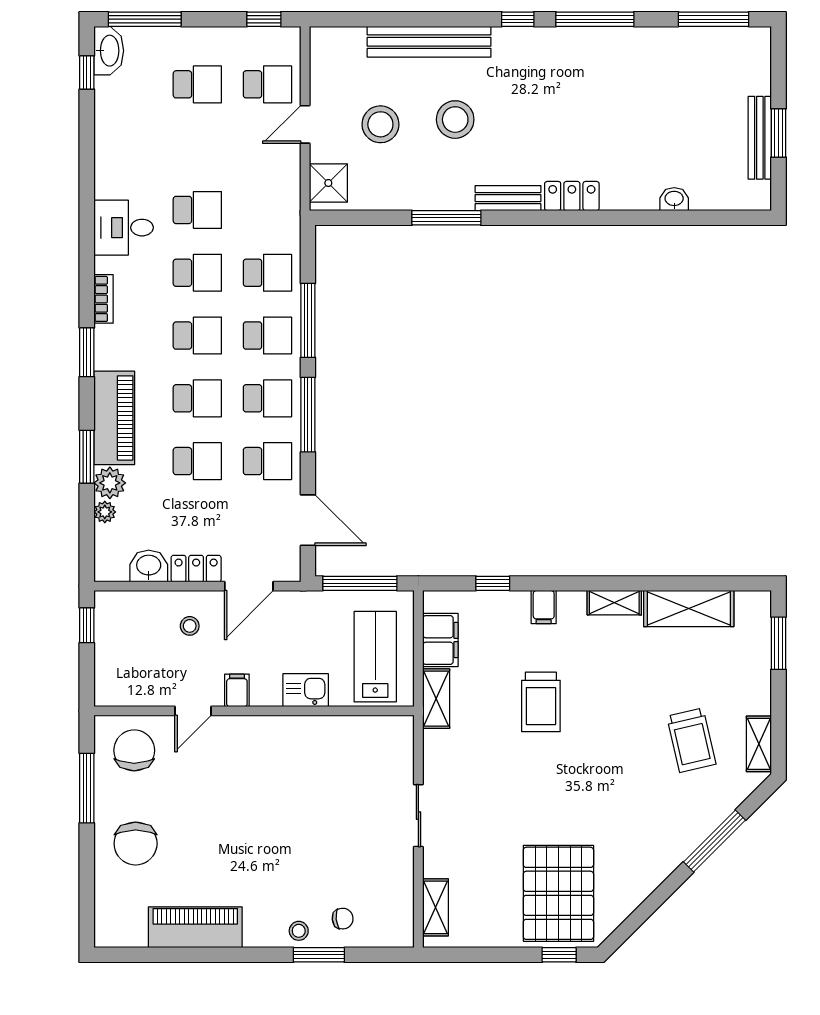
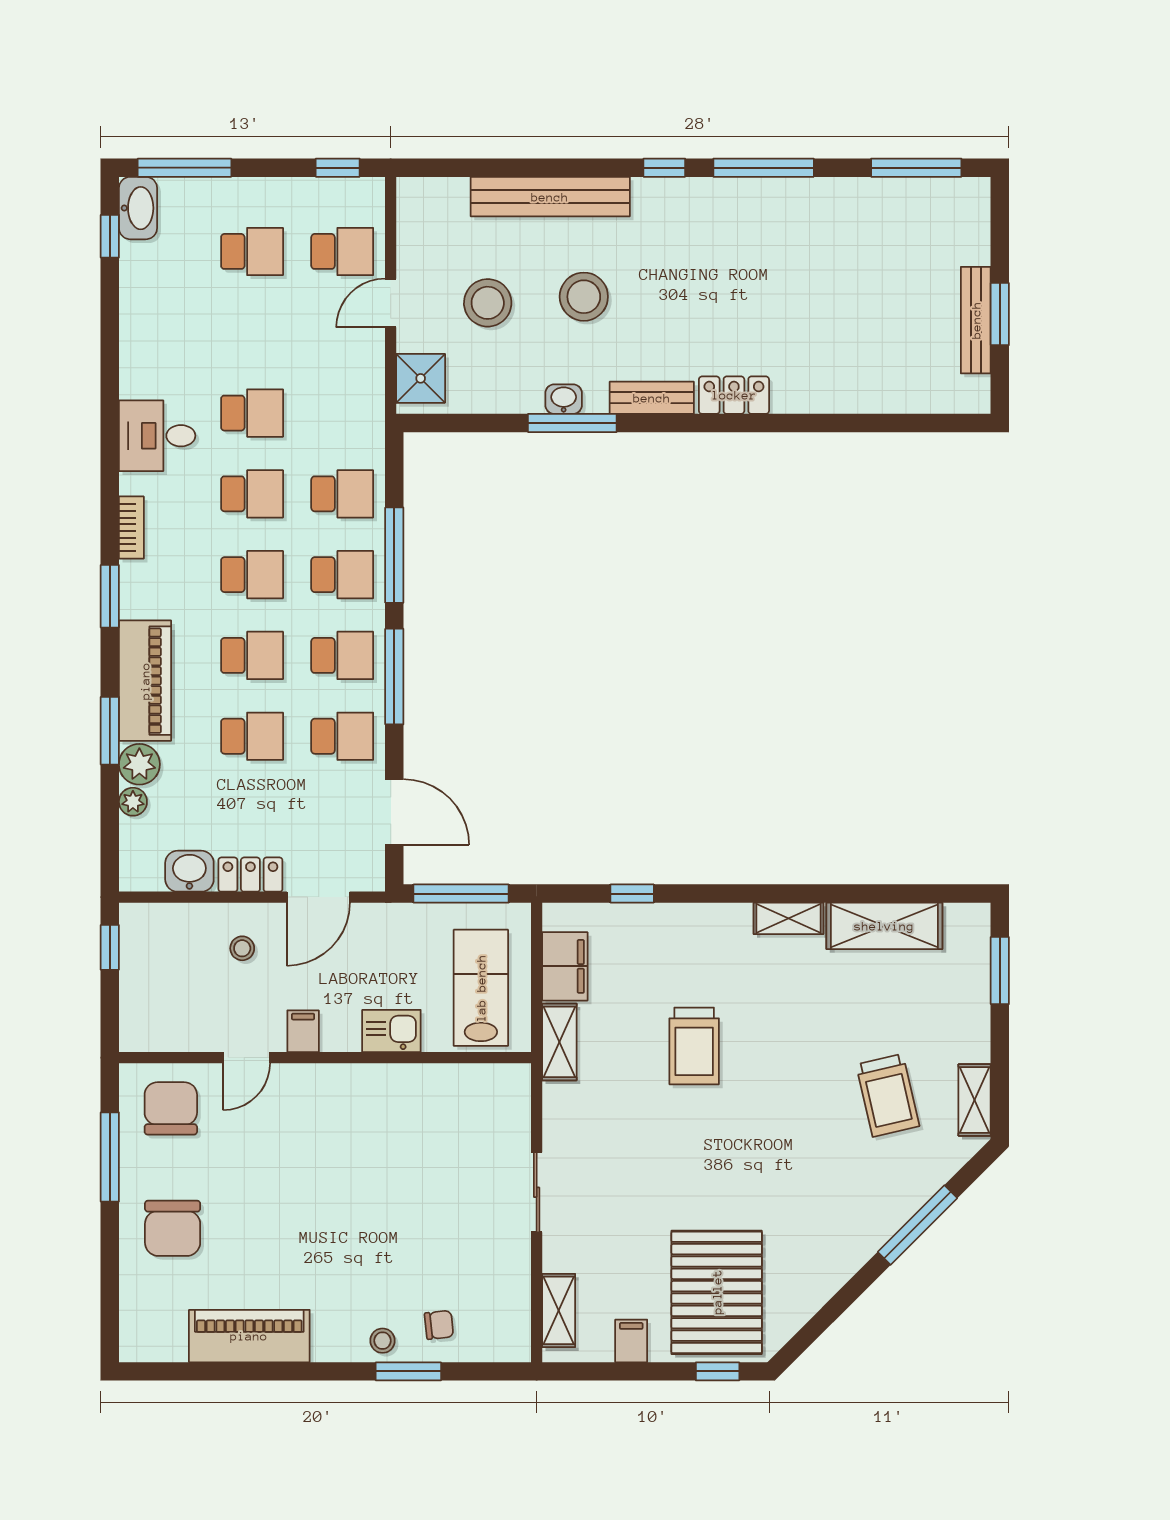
washbasin: (674, 199) -> (564, 399), moved
filing cabinet: (544, 607) -> (631, 1341), moved, turned 180

